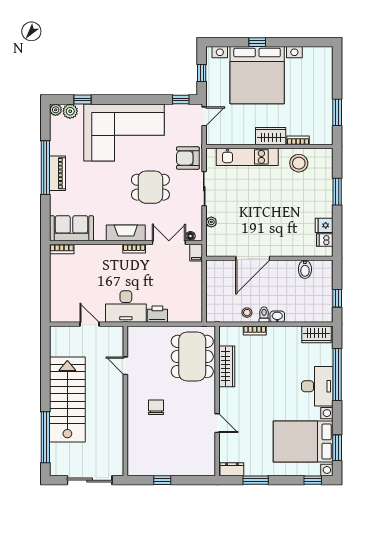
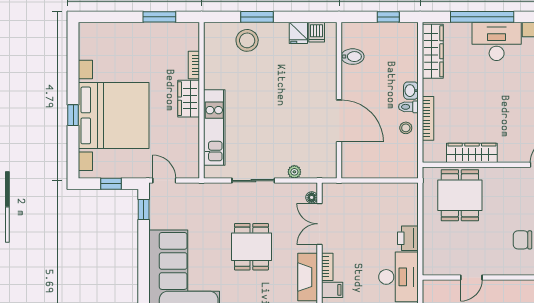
armchair: (188, 158) -> (216, 201), removed
stool: (299, 163) -> (247, 40), moved
filing cabinet: (196, 253) -> (332, 290), moved
bookcase: (255, 330) -> (428, 118), width x1.56
wardrobe: (317, 334) -> (433, 51), width x1.50
dining table: (192, 356) -> (460, 195), width x0.73

